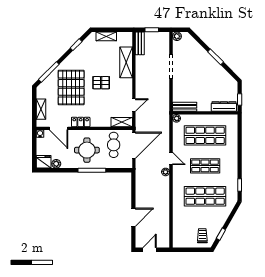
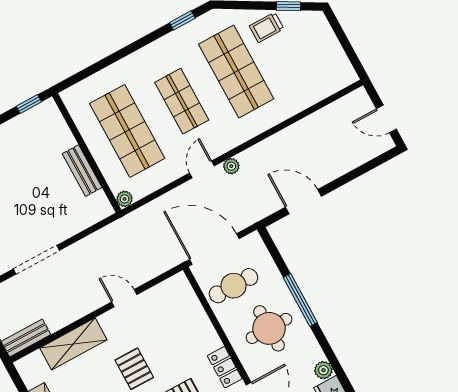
door: (134, 105) -> (124, 298), moved
dresser: (224, 106) -> (57, 125), removed
bench: (185, 107) -> (82, 171), moved
shelving: (122, 122) -> (185, 293), removed
door: (133, 217) -> (303, 202), moved
trolley: (202, 236) -> (267, 27), moved

